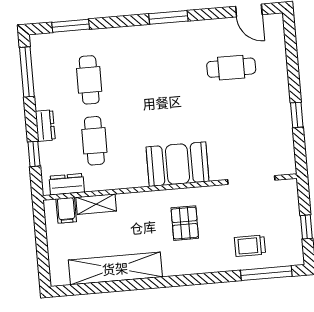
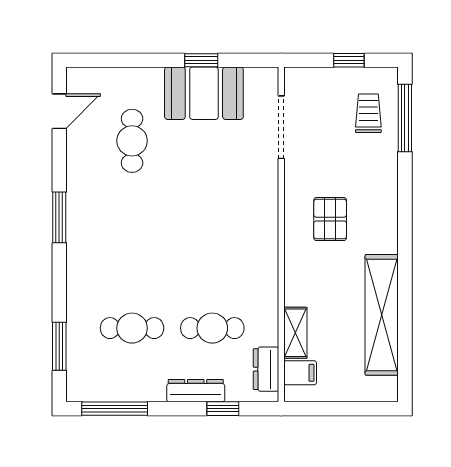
dresser: (45, 126) -> (196, 391), width x1.44
booth: (177, 164) -> (204, 93), moved, turned 90
pallet: (185, 223) -> (330, 219), turned 90
trolley: (250, 246) -> (368, 113), moved, turned 180

